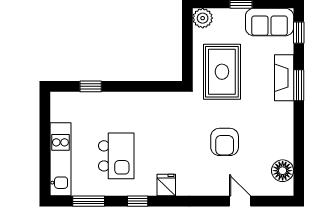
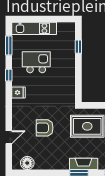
kitchen island: (116, 156) -> (36, 62), turned 180

